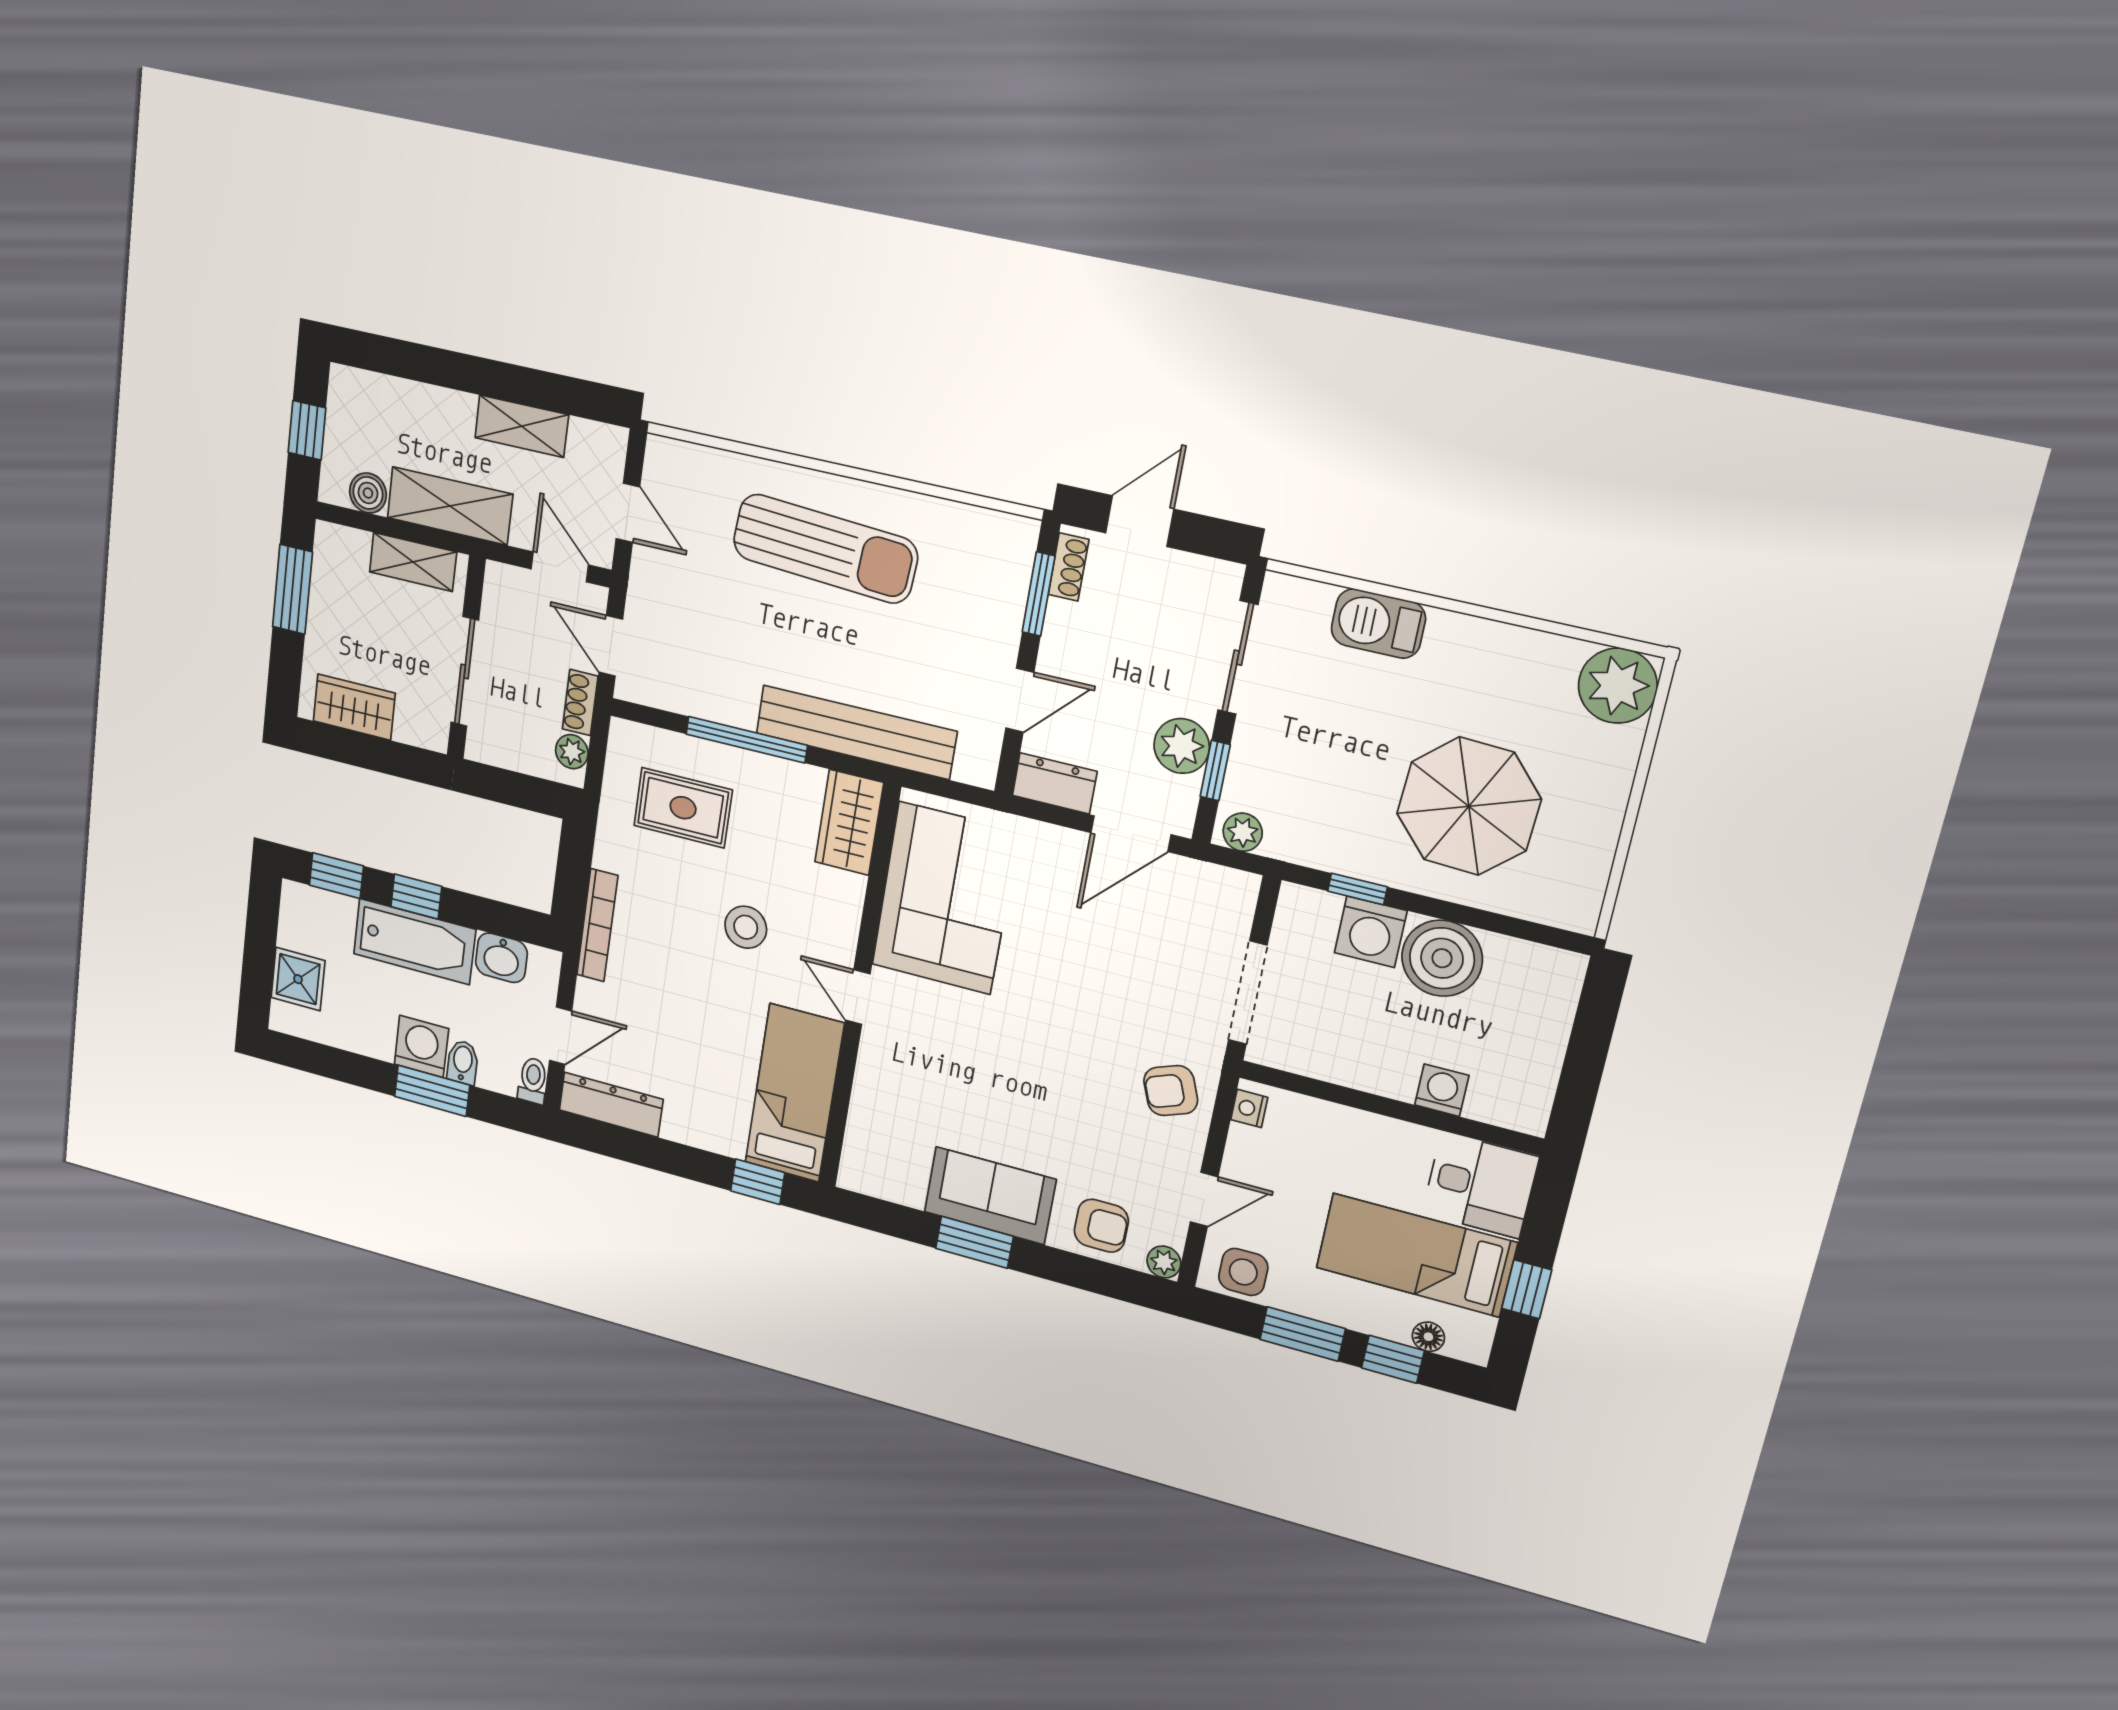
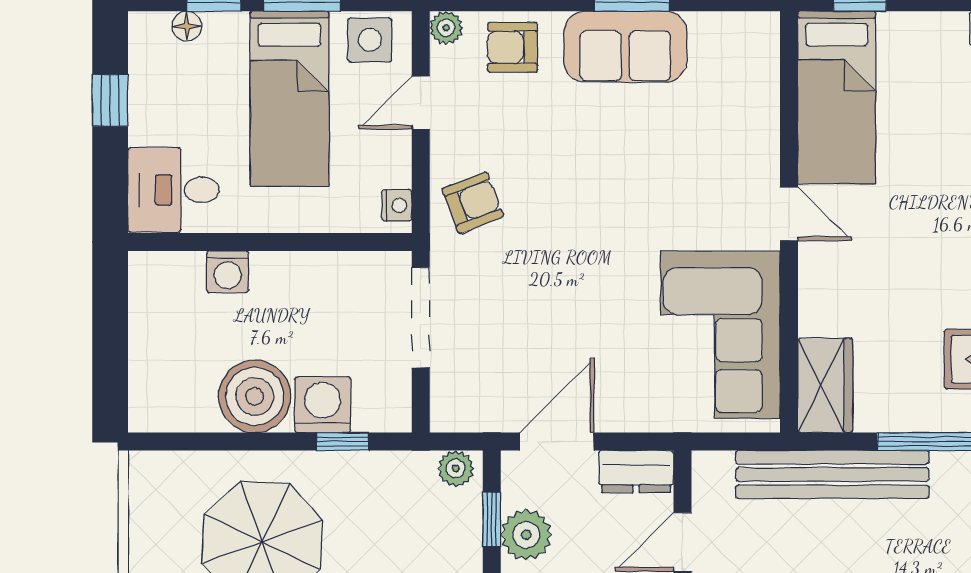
stool: (746, 927) -> (911, 255), removed
bed: (1416, 1255) -> (289, 99), moved, turned 90

